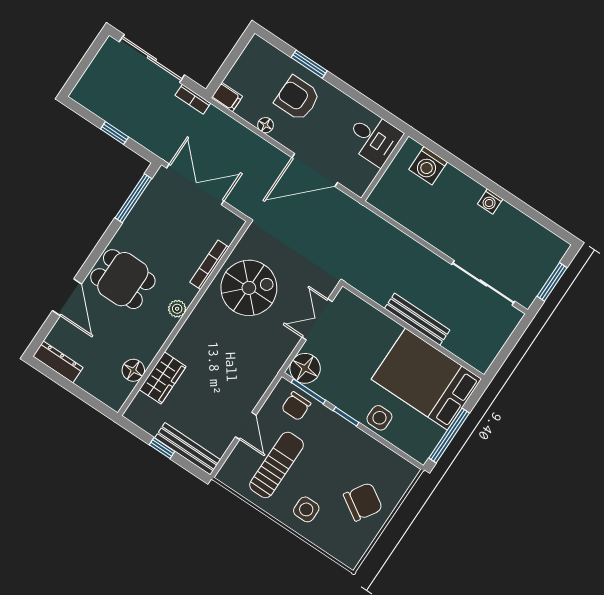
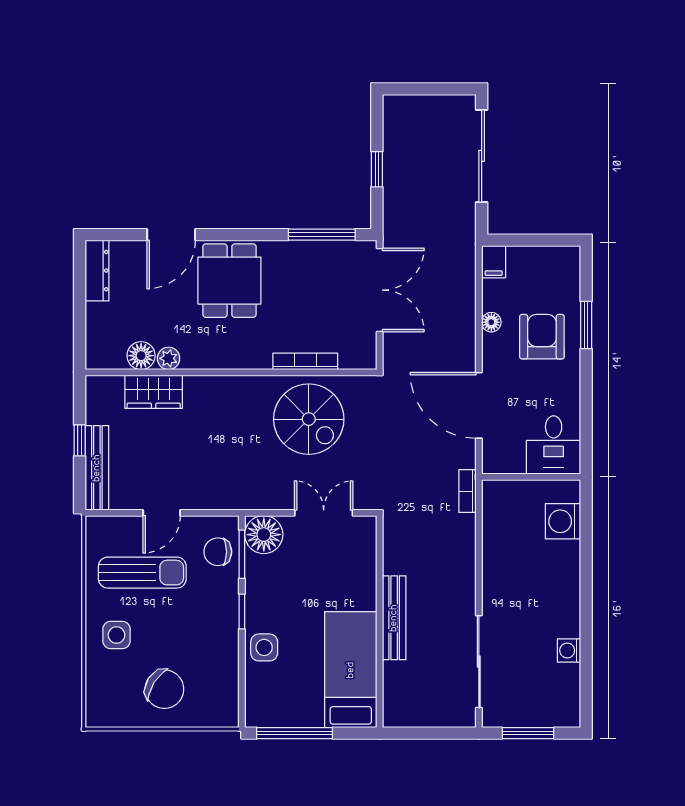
bookcase: (193, 99) -> (467, 491), moved
washing machine: (490, 201) -> (569, 650), moved
plant: (177, 309) -> (169, 358), moved
bed: (426, 379) -> (351, 670), width x0.67

